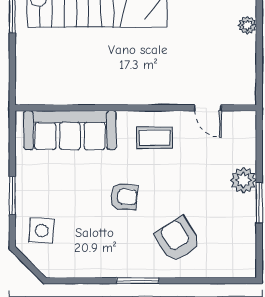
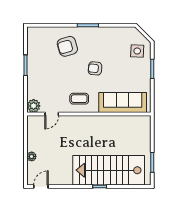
door: (208, 108) -> (52, 114), swing flipped
plant: (243, 180) -> (34, 106), moved
armchair: (178, 239) -> (67, 46), turned 107

